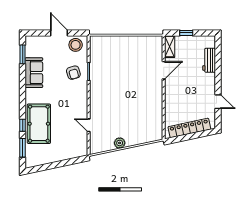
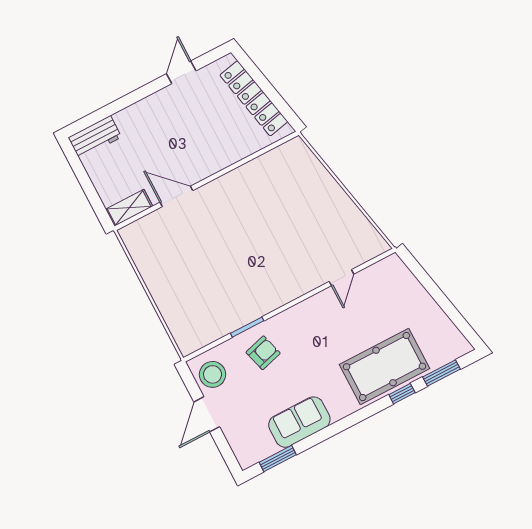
window: (186, 33) -> (90, 191), removed
workbench: (209, 60) -> (95, 137), moved
plant: (120, 143) -> (344, 207), removed

